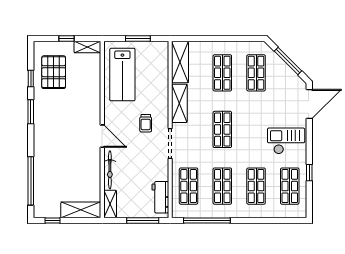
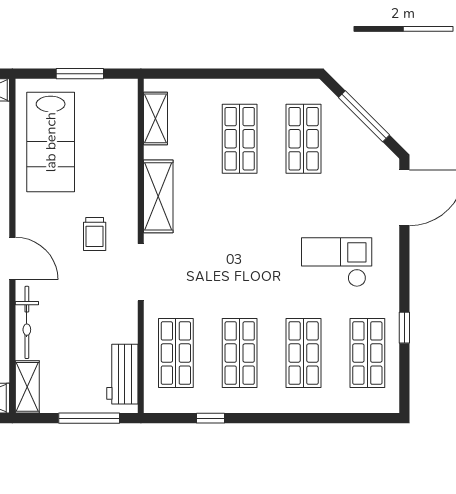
shelving: (180, 62) -> (156, 118), width x0.67, depth x0.75
shop shelf: (222, 129) -> (240, 246), removed
checkout: (286, 141) -> (337, 262), moved
window: (207, 220) -> (210, 418), width x0.32

